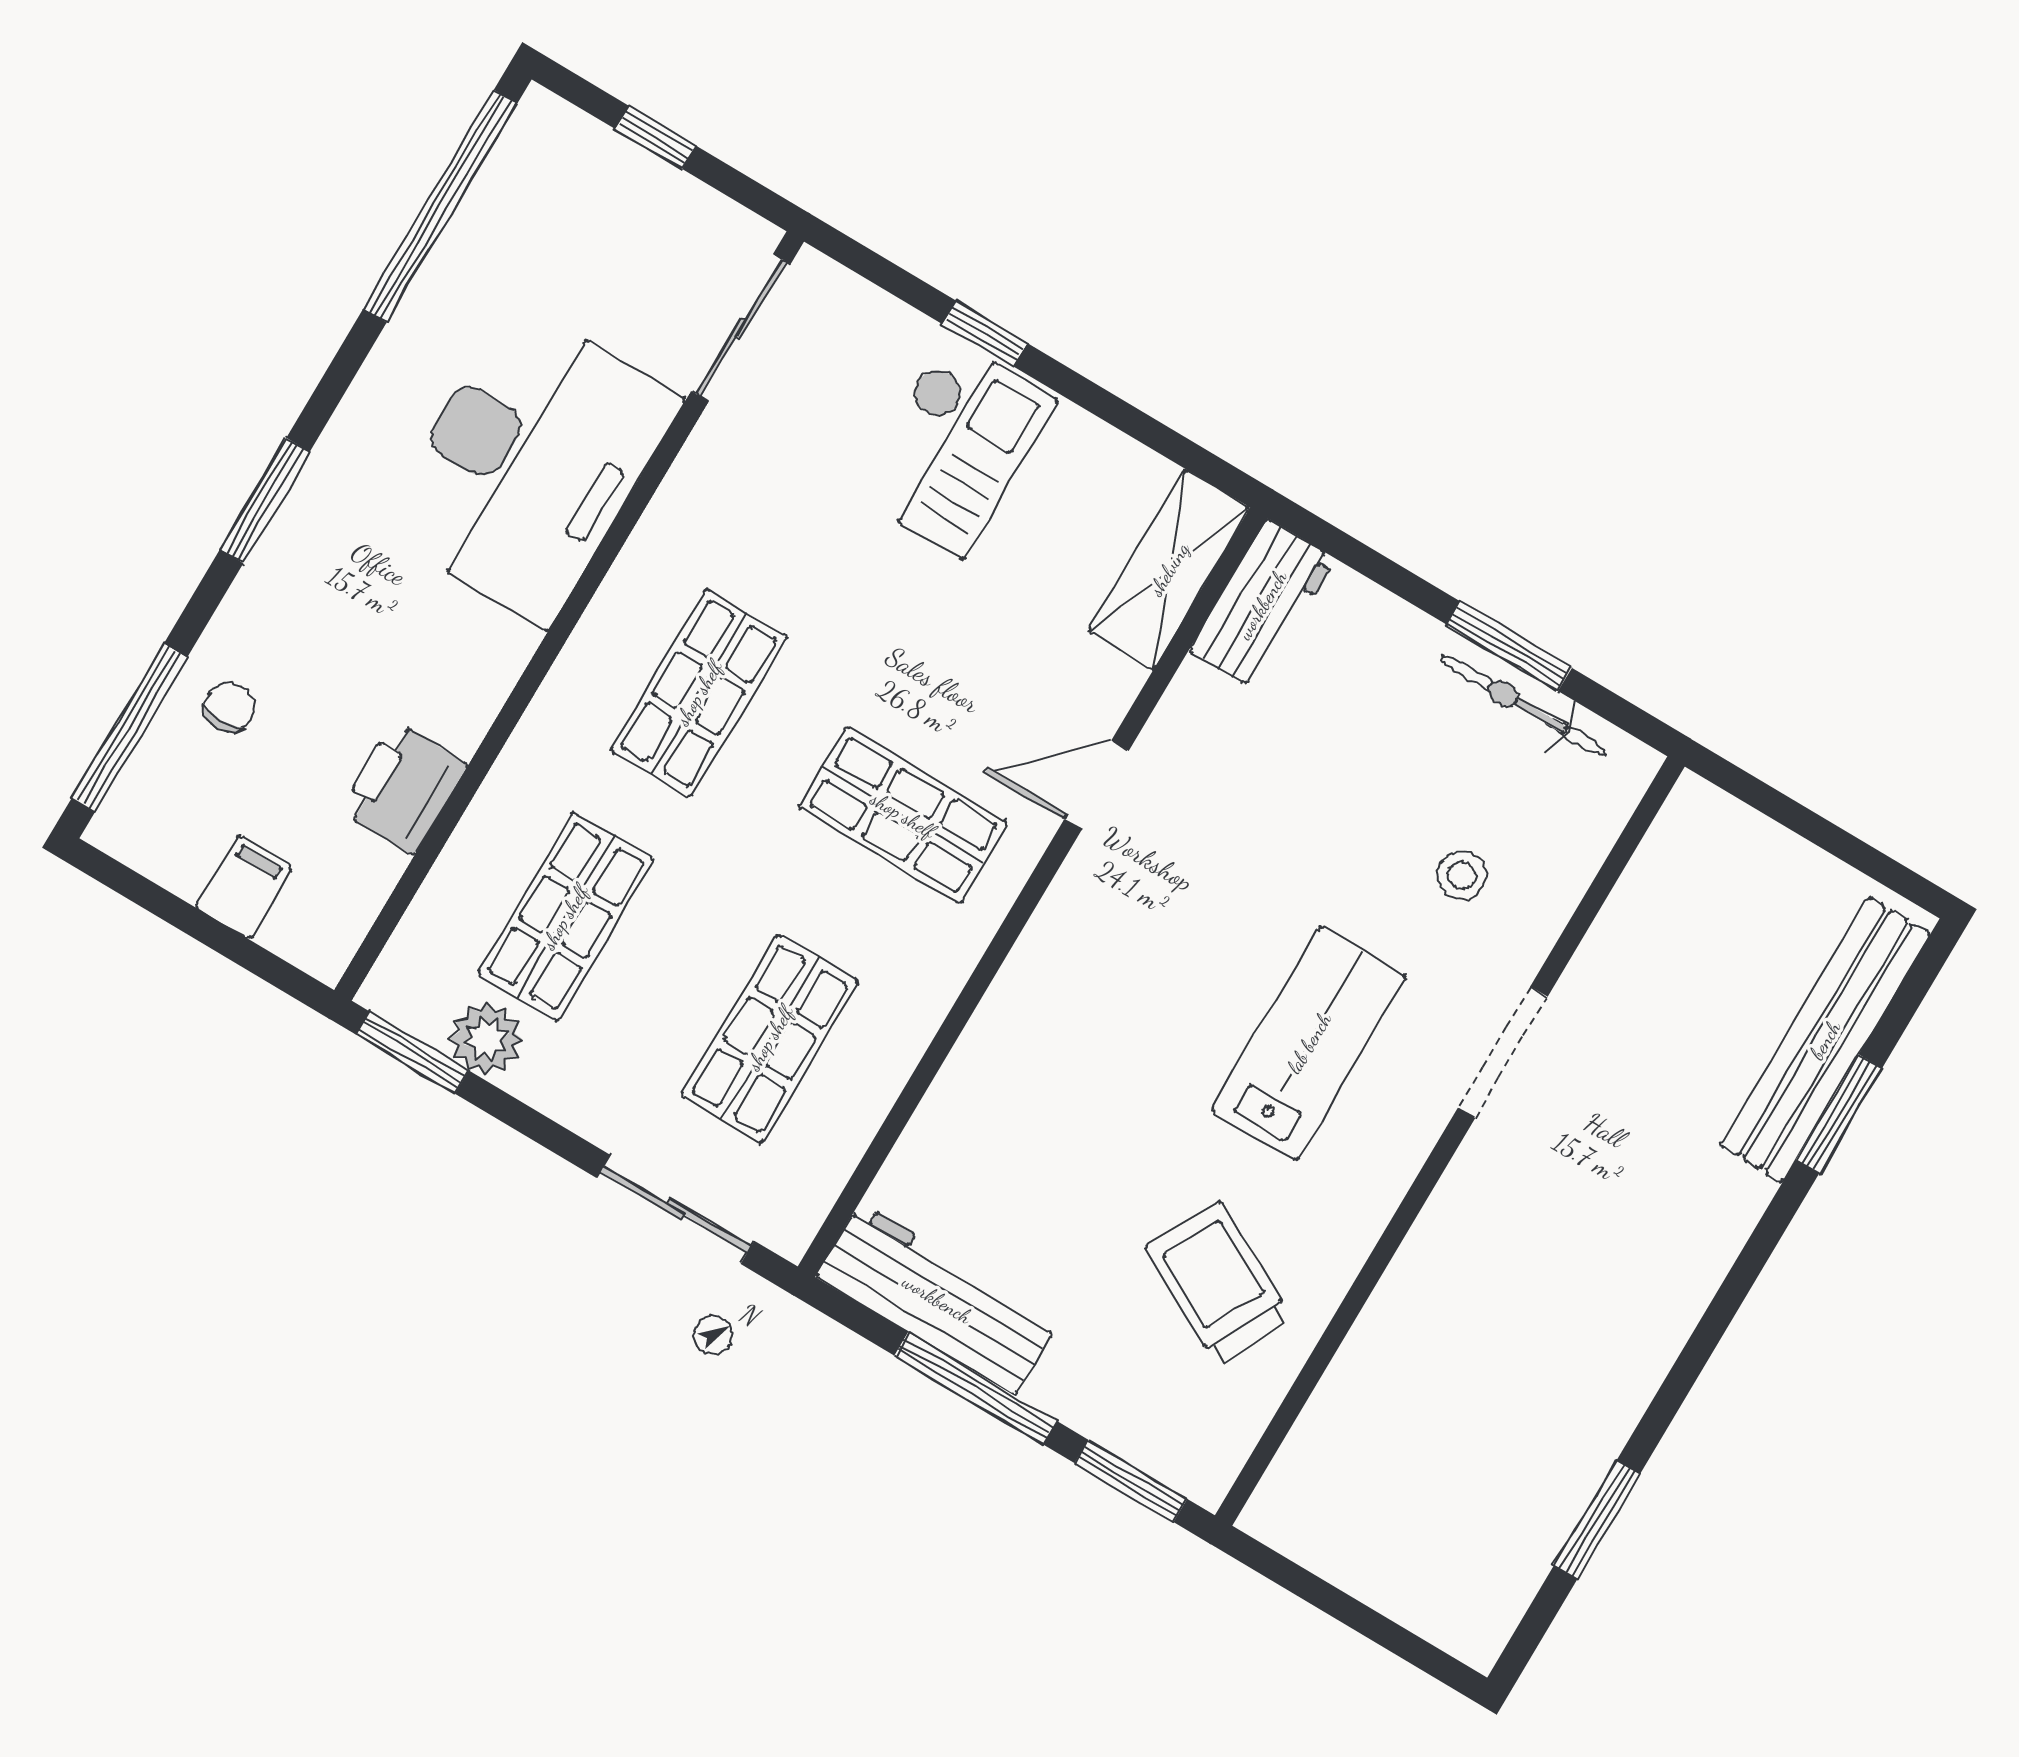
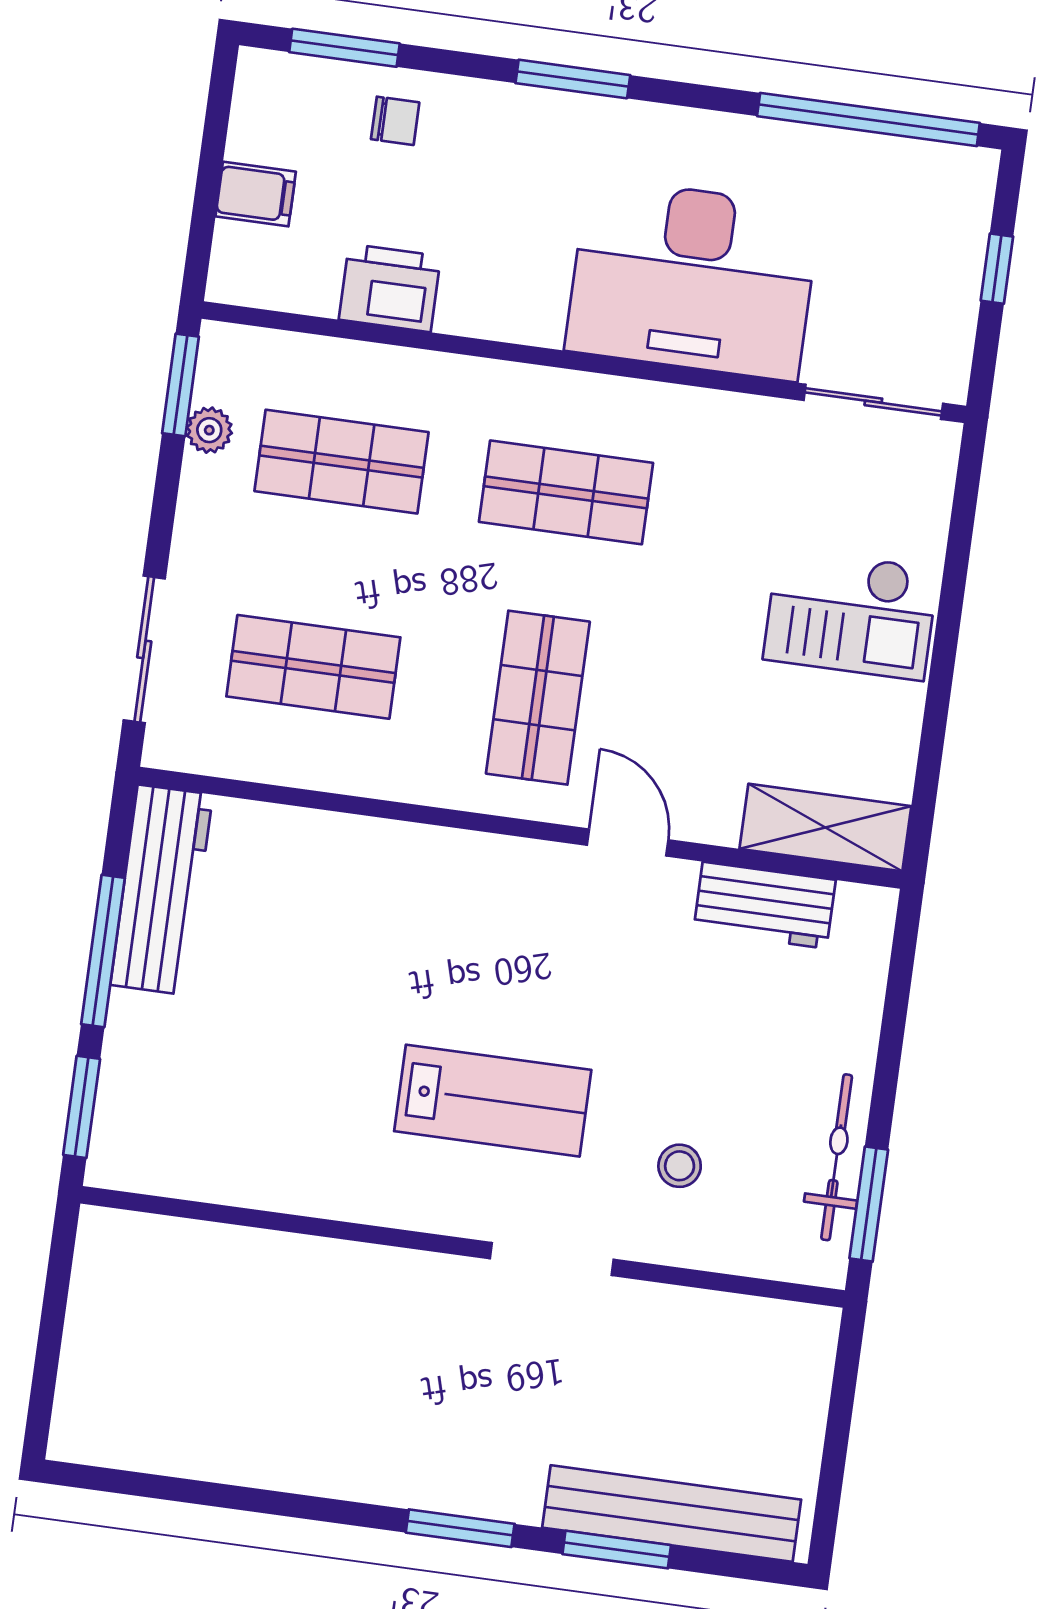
window: (985, 334) -> (952, 599), removed
workbench: (1262, 605) -> (765, 905), moved
window: (1509, 646) -> (869, 1204), moved
window: (129, 728) -> (344, 48), width x0.69
plant: (486, 1039) -> (209, 430), width x0.73, depth x0.73
trolley: (1218, 1283) -> (270, 1109), removed
window: (1597, 1520) -> (460, 1528), moved

